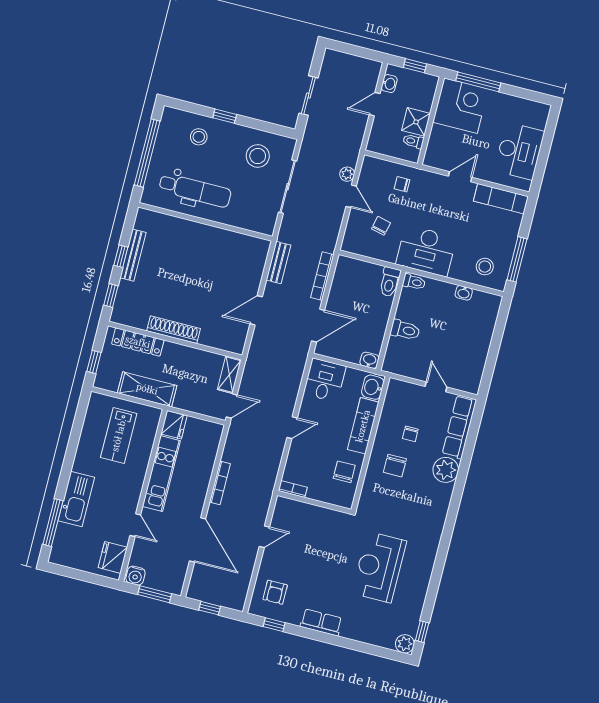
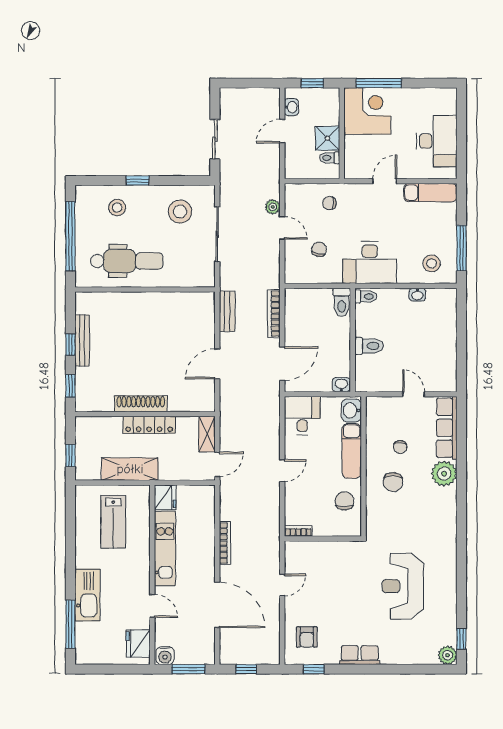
locker: (138, 342) -> (149, 425), moved

